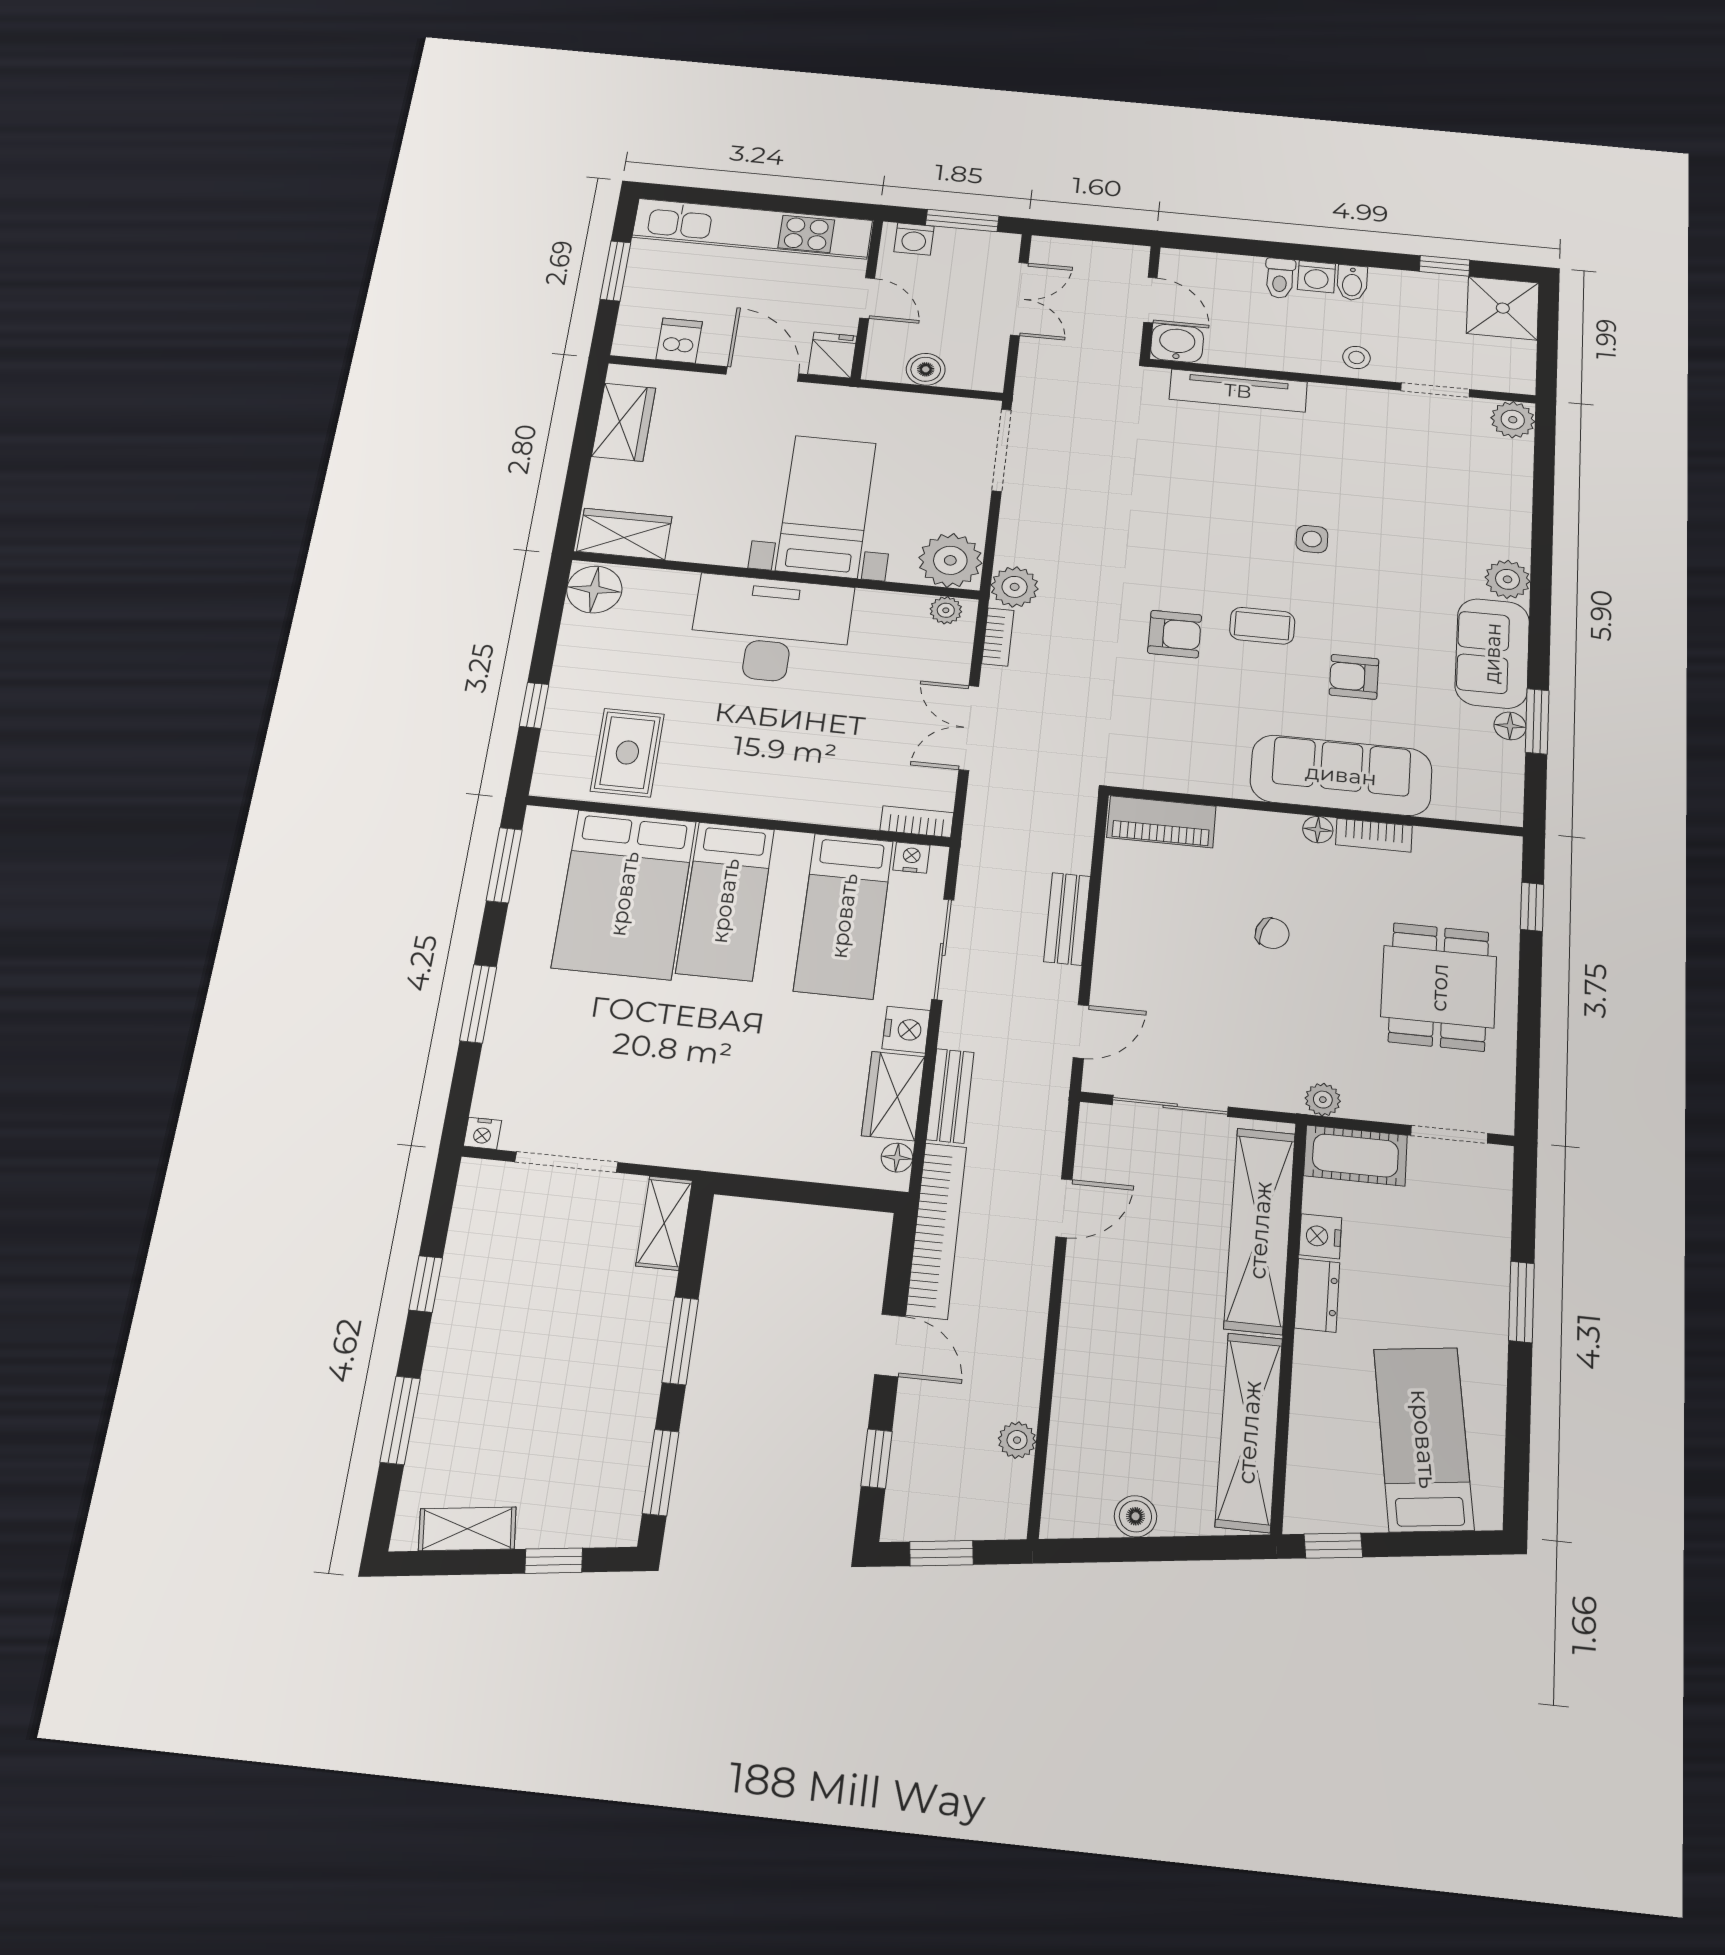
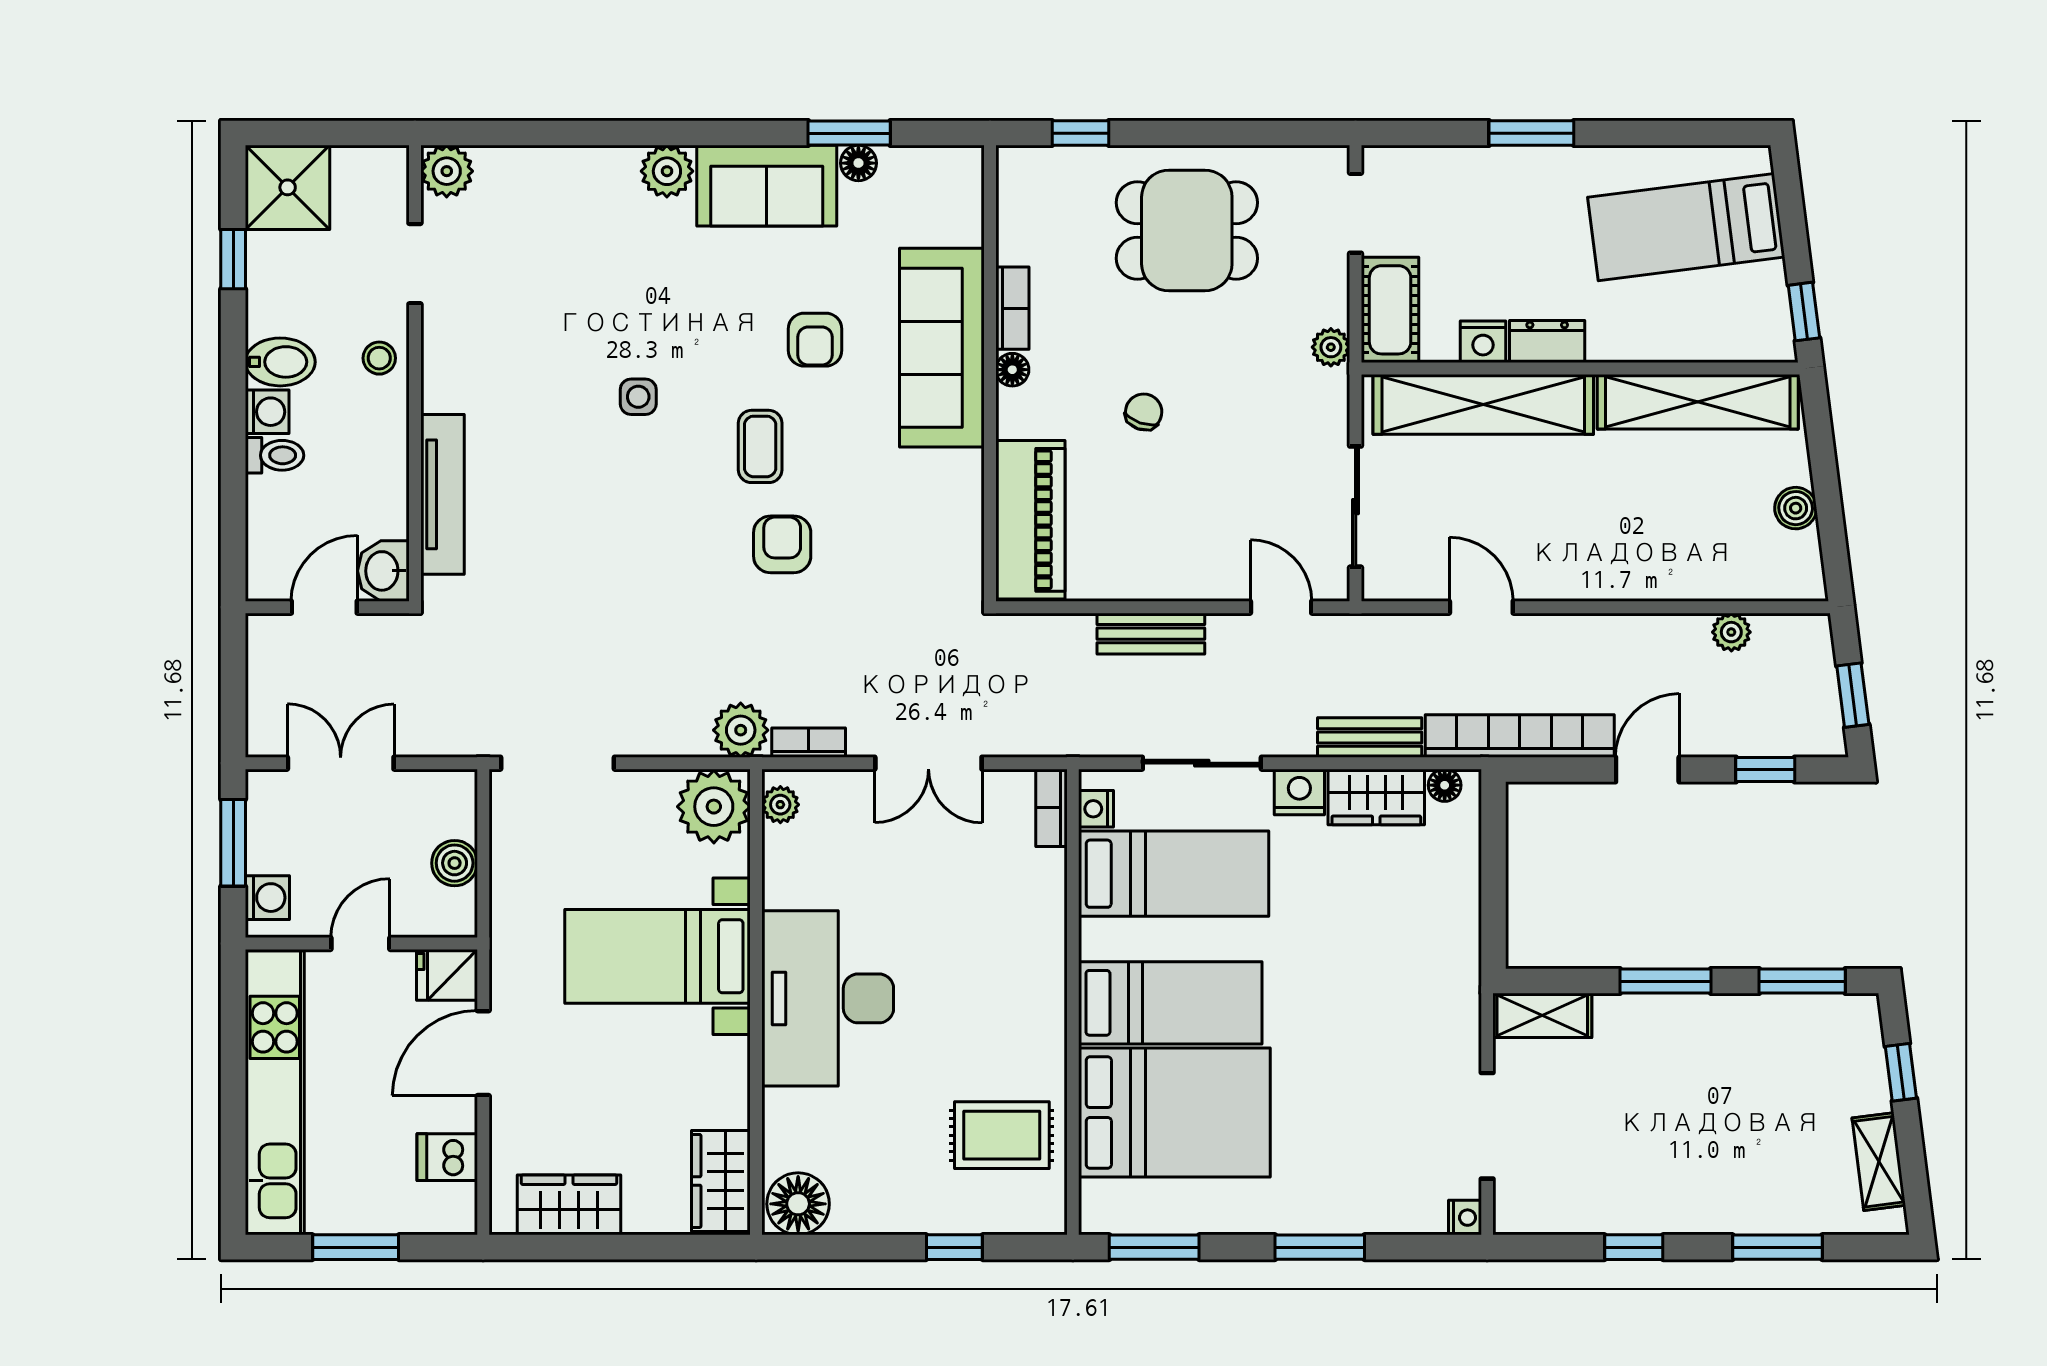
bidet: (1352, 283) -> (280, 362), width x1.38, depth x1.36
piano: (1161, 822) -> (1030, 520), width x1.37, depth x1.33

